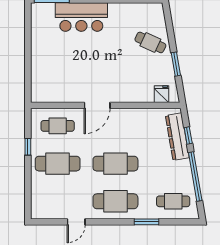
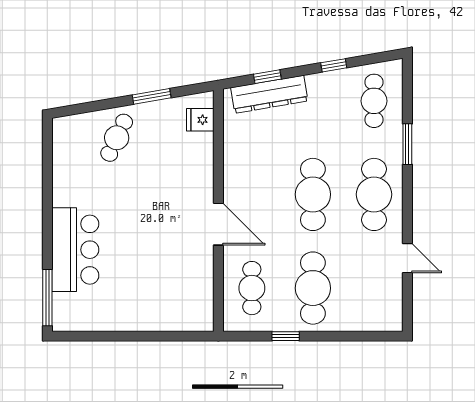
window: (195, 176) -> (334, 65), width x0.32

